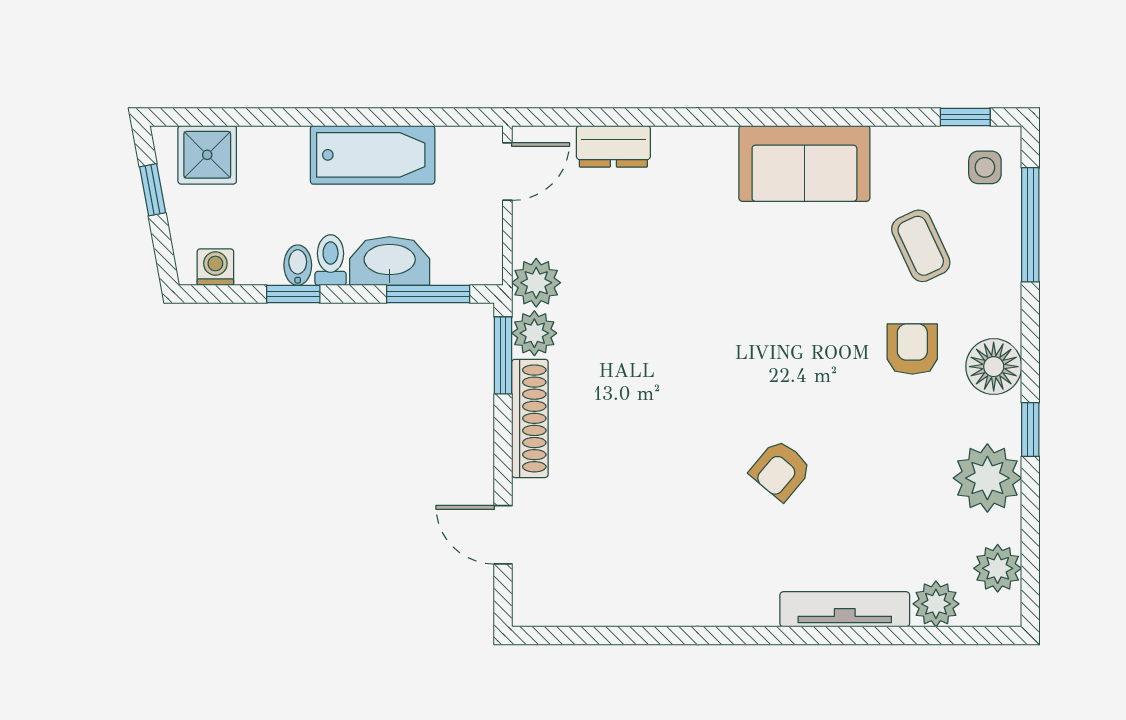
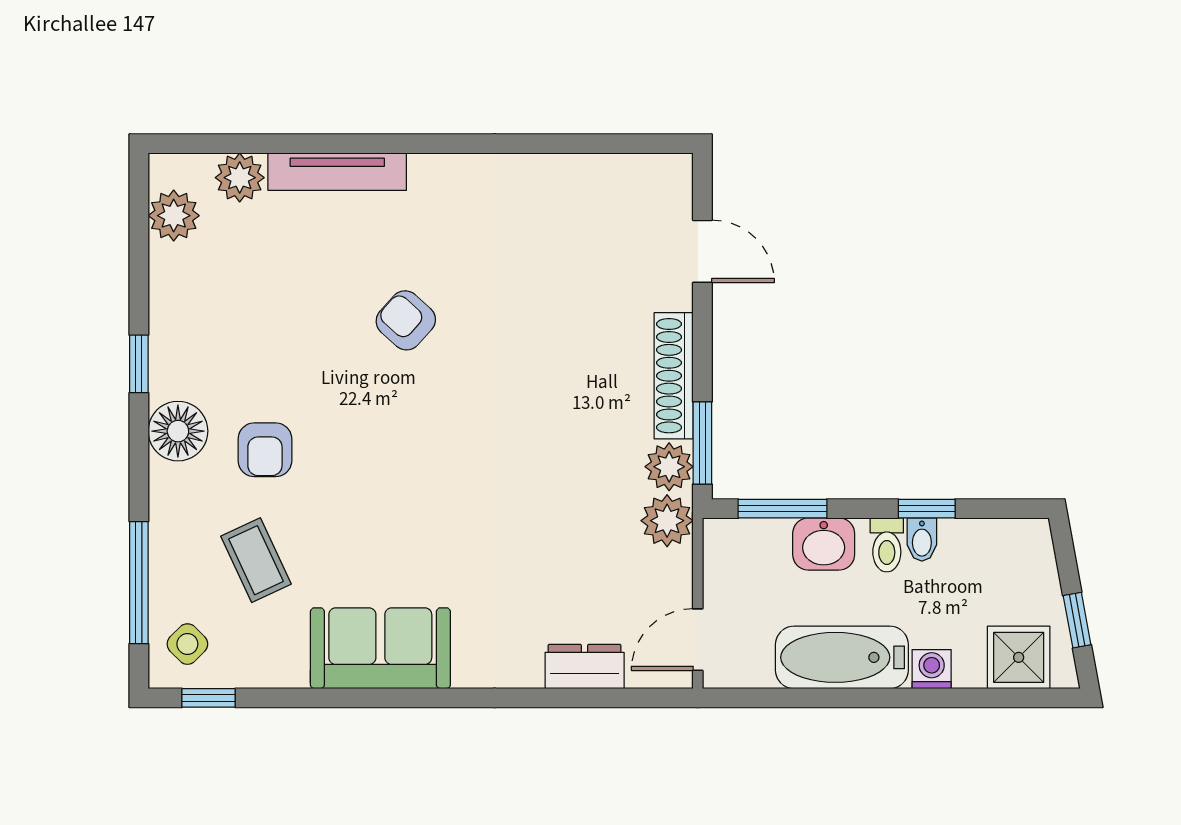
side table: (985, 167) -> (187, 644), turned 45
washbasin: (390, 261) -> (824, 544), width x0.72
washing machine: (215, 267) -> (932, 669), moved, turned 180
armchair: (781, 470) -> (406, 320), turned -88
plant: (987, 478) -> (185, 312), removed

